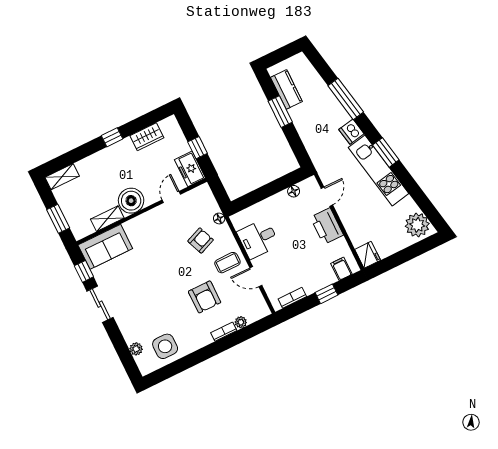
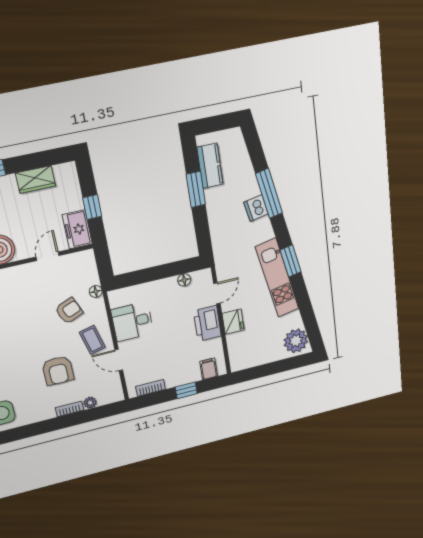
dishwasher: (351, 132) -> (256, 208), moved
fridge: (368, 255) -> (233, 322), moved
coffee table: (227, 263) -> (92, 340), turned 76

